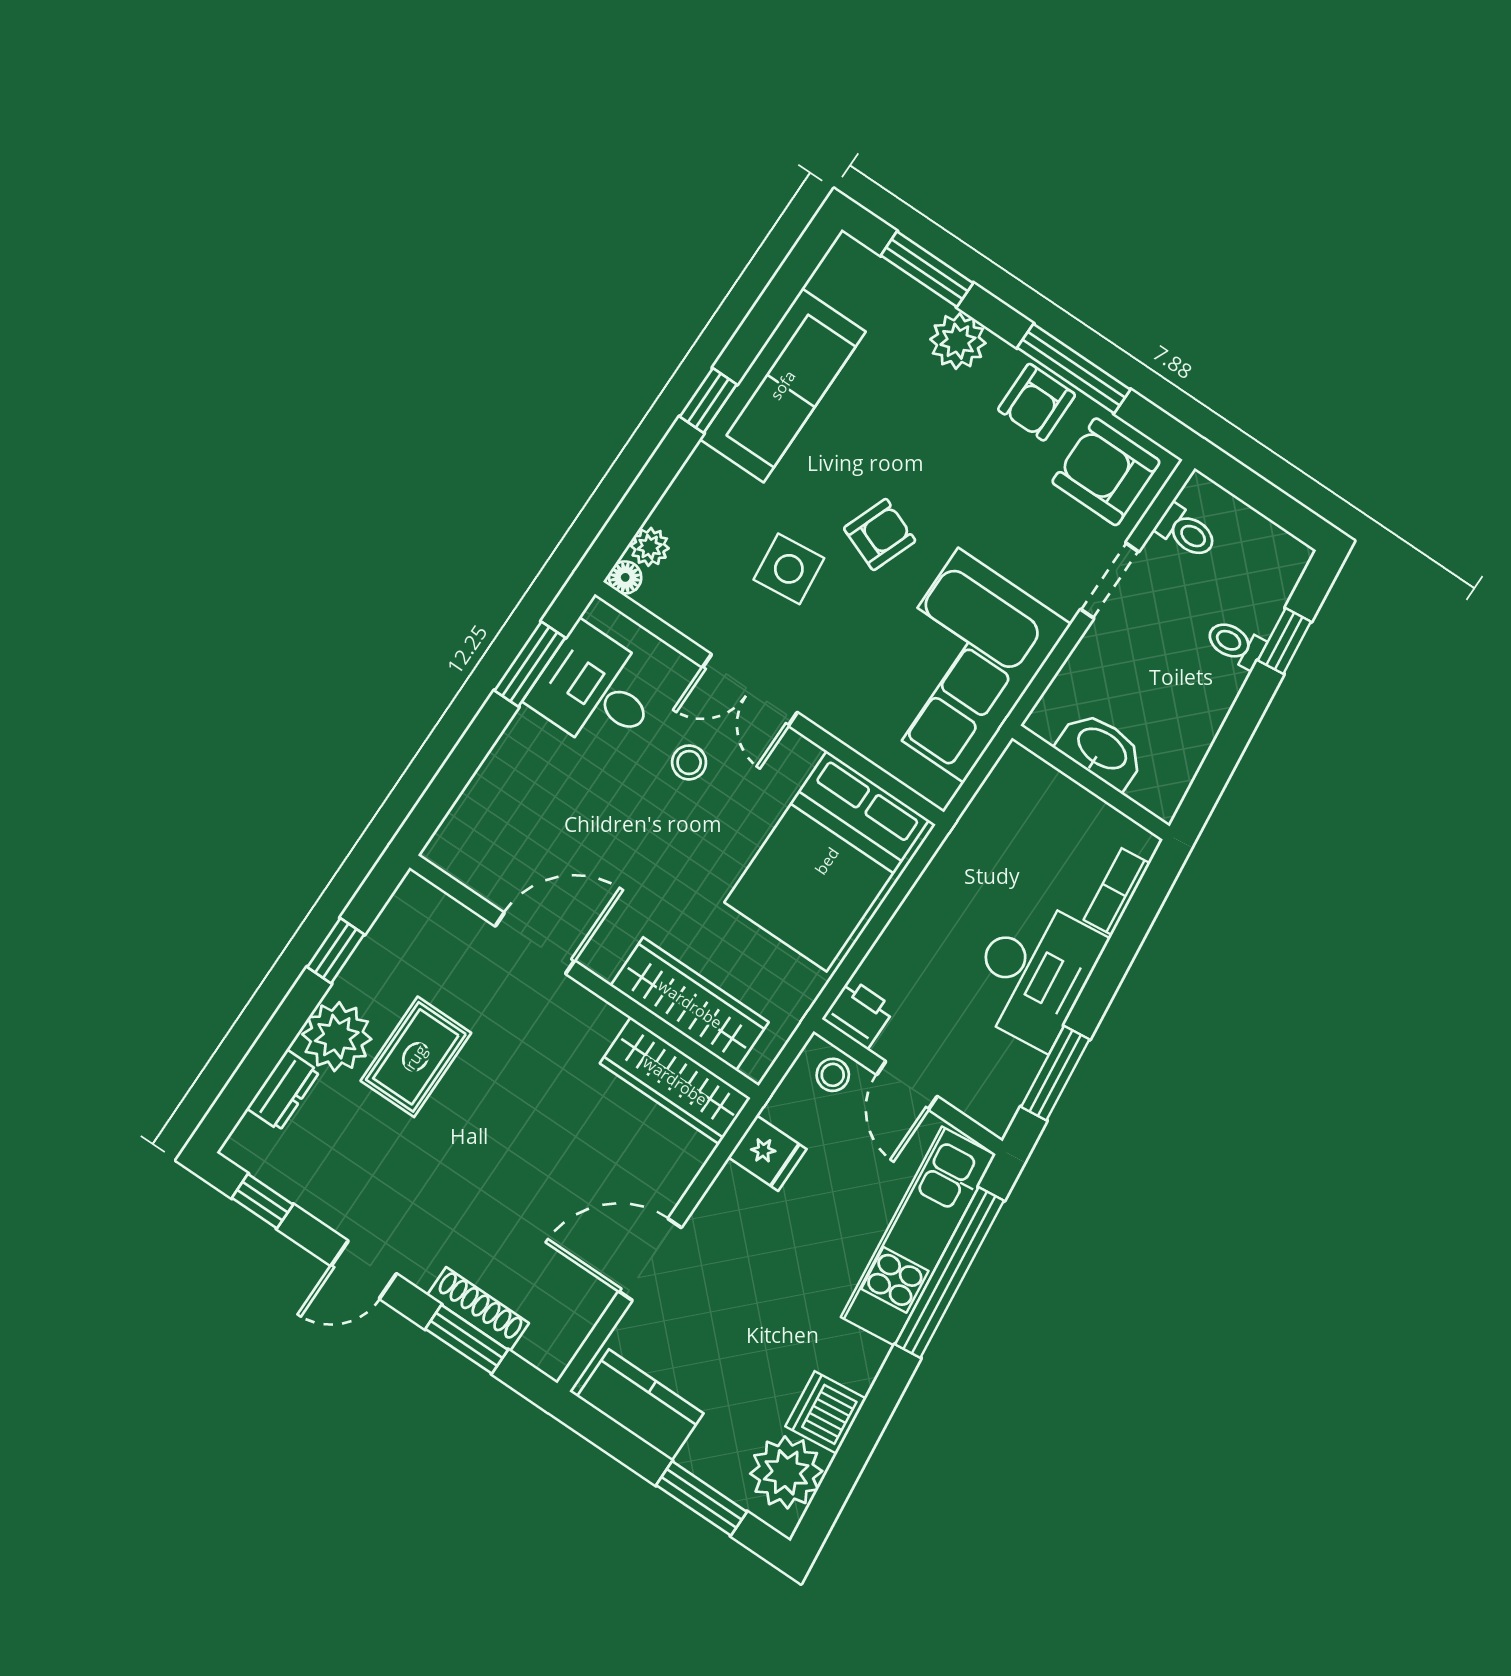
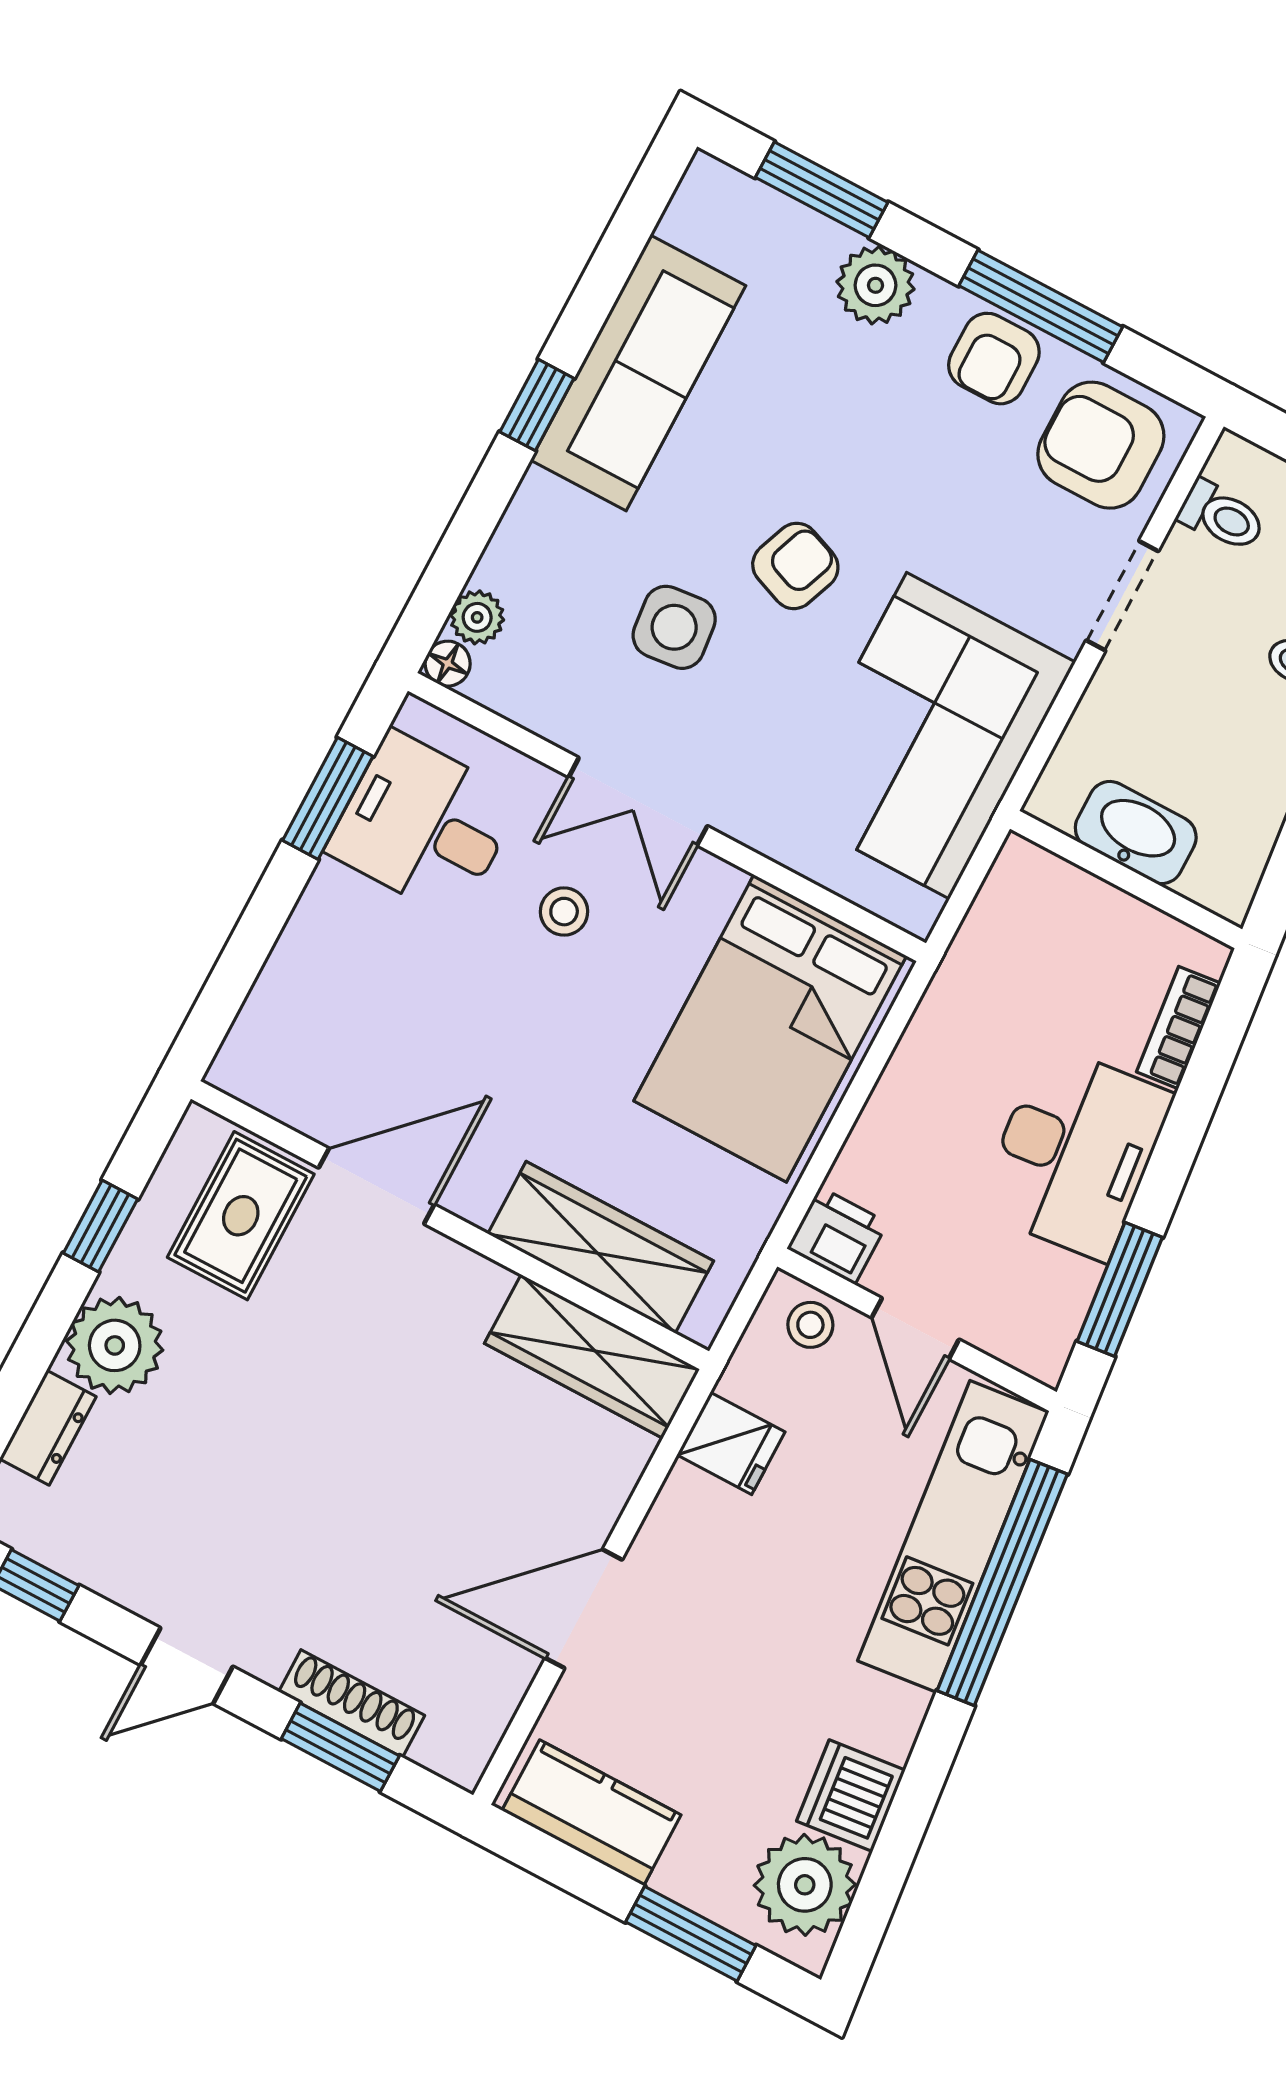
rug: (416, 1057) -> (241, 1216), moved

